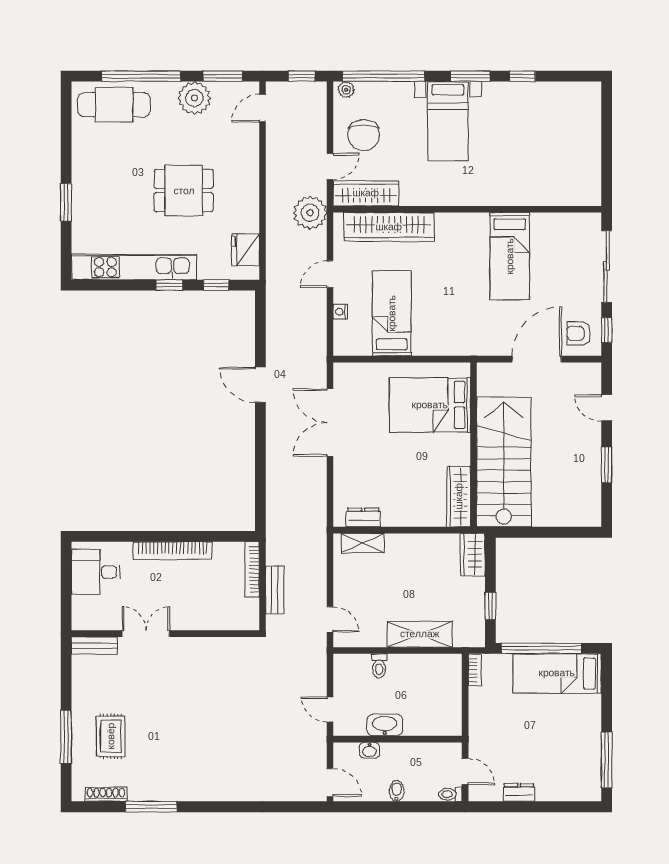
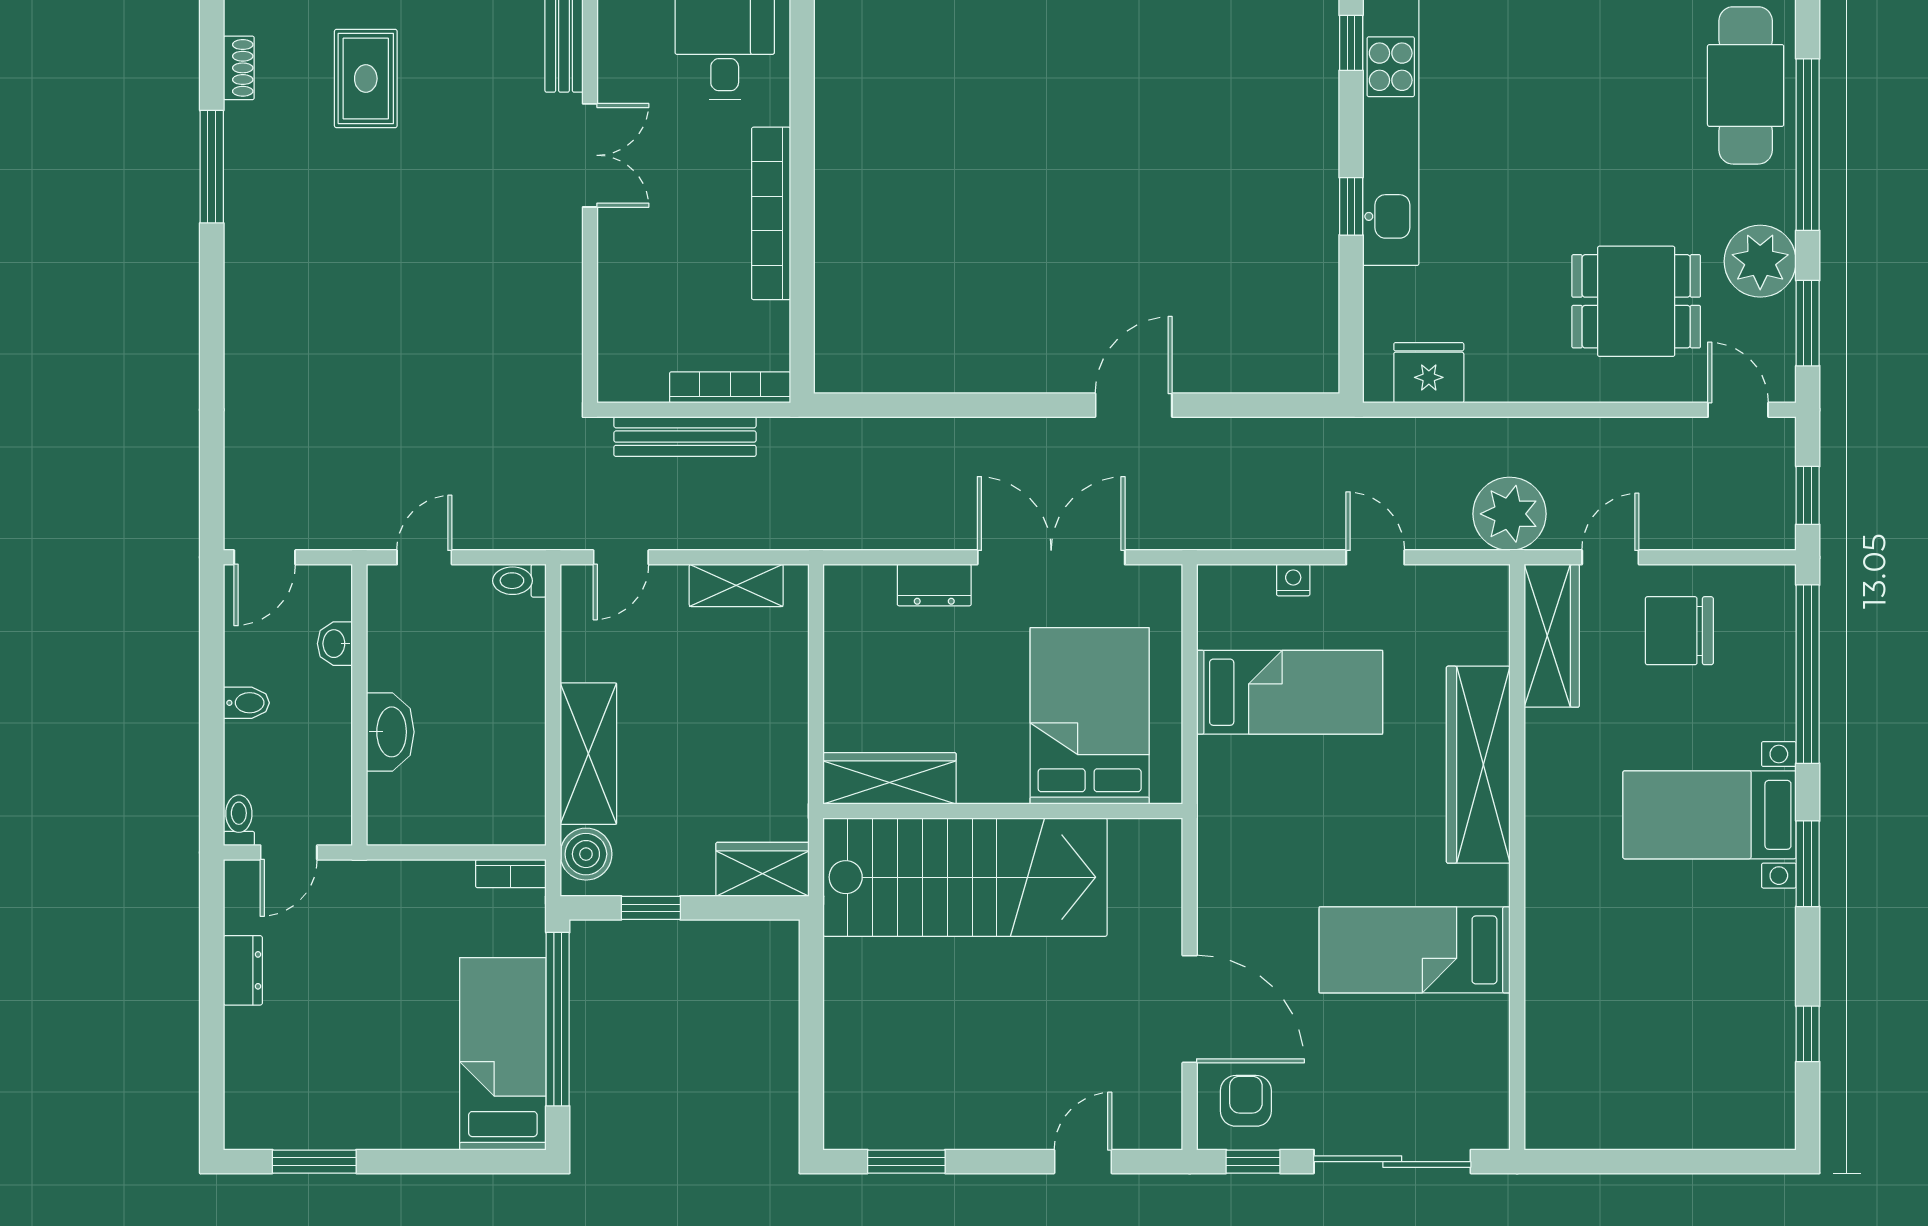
window: (522, 76) -> (1808, 1034), moved
plant: (346, 90) -> (1778, 593), removed
door: (330, 167) -> (1610, 557), swing flipped
dining table: (184, 191) -> (1636, 301), moved, turned 90
wardrobe: (389, 227) -> (1478, 765), moved
window: (216, 285) -> (1351, 43), moved
bed: (430, 405) -> (1090, 716), moved
wall: (474, 445) -> (1003, 811), moved
stairs: (504, 462) -> (965, 877), moved
window: (607, 465) -> (906, 1162), moved
wardrobe: (459, 496) -> (890, 778), moved
dresser: (363, 517) -> (934, 585), moved, turned 90
shelving: (363, 543) -> (736, 585), moved, turned 90
bench: (275, 590) -> (685, 437), width x1.36
boiler: (466, 635) -> (586, 854), added
toilet: (379, 666) -> (519, 581), moved
washbasin: (385, 725) -> (390, 732), moved
rug: (111, 736) -> (366, 79), turned 90
window: (607, 760) -> (314, 1162), width x0.69
shoe rack: (106, 794) -> (239, 68), width x0.70

